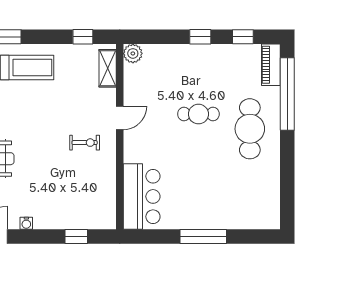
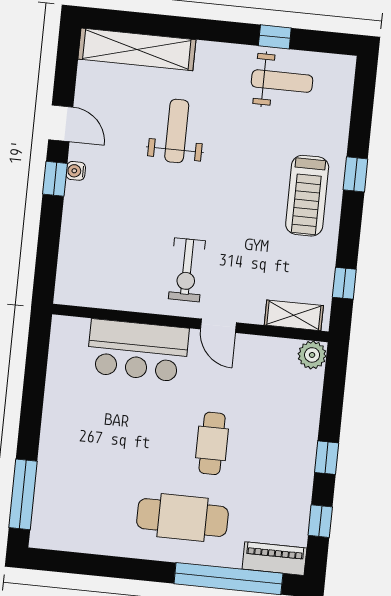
exercise bike: (85, 143) -> (187, 270), width x1.38, depth x1.39
bar counter: (142, 196) -> (138, 350), moved
window: (76, 237) -> (55, 179), moved
window: (203, 237) -> (23, 494), moved

